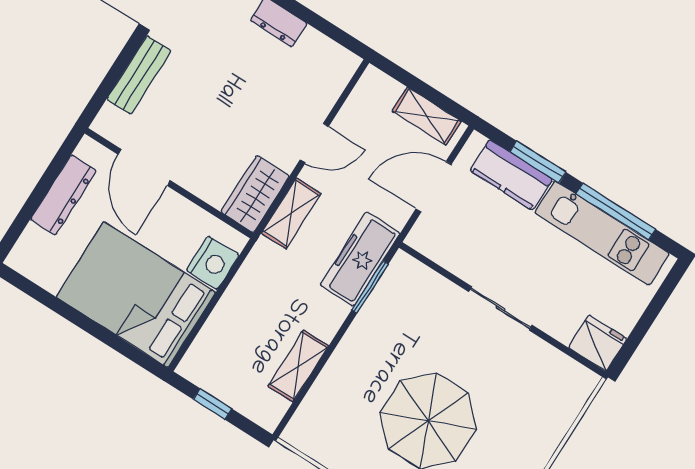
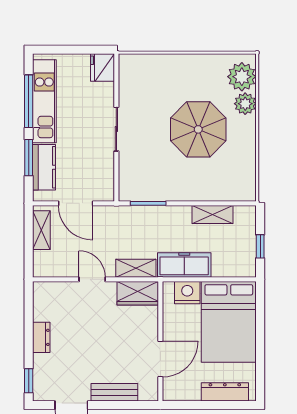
dresser: (63, 195) -> (225, 392), moved
freezer: (360, 259) -> (184, 265), moved, turned 180

